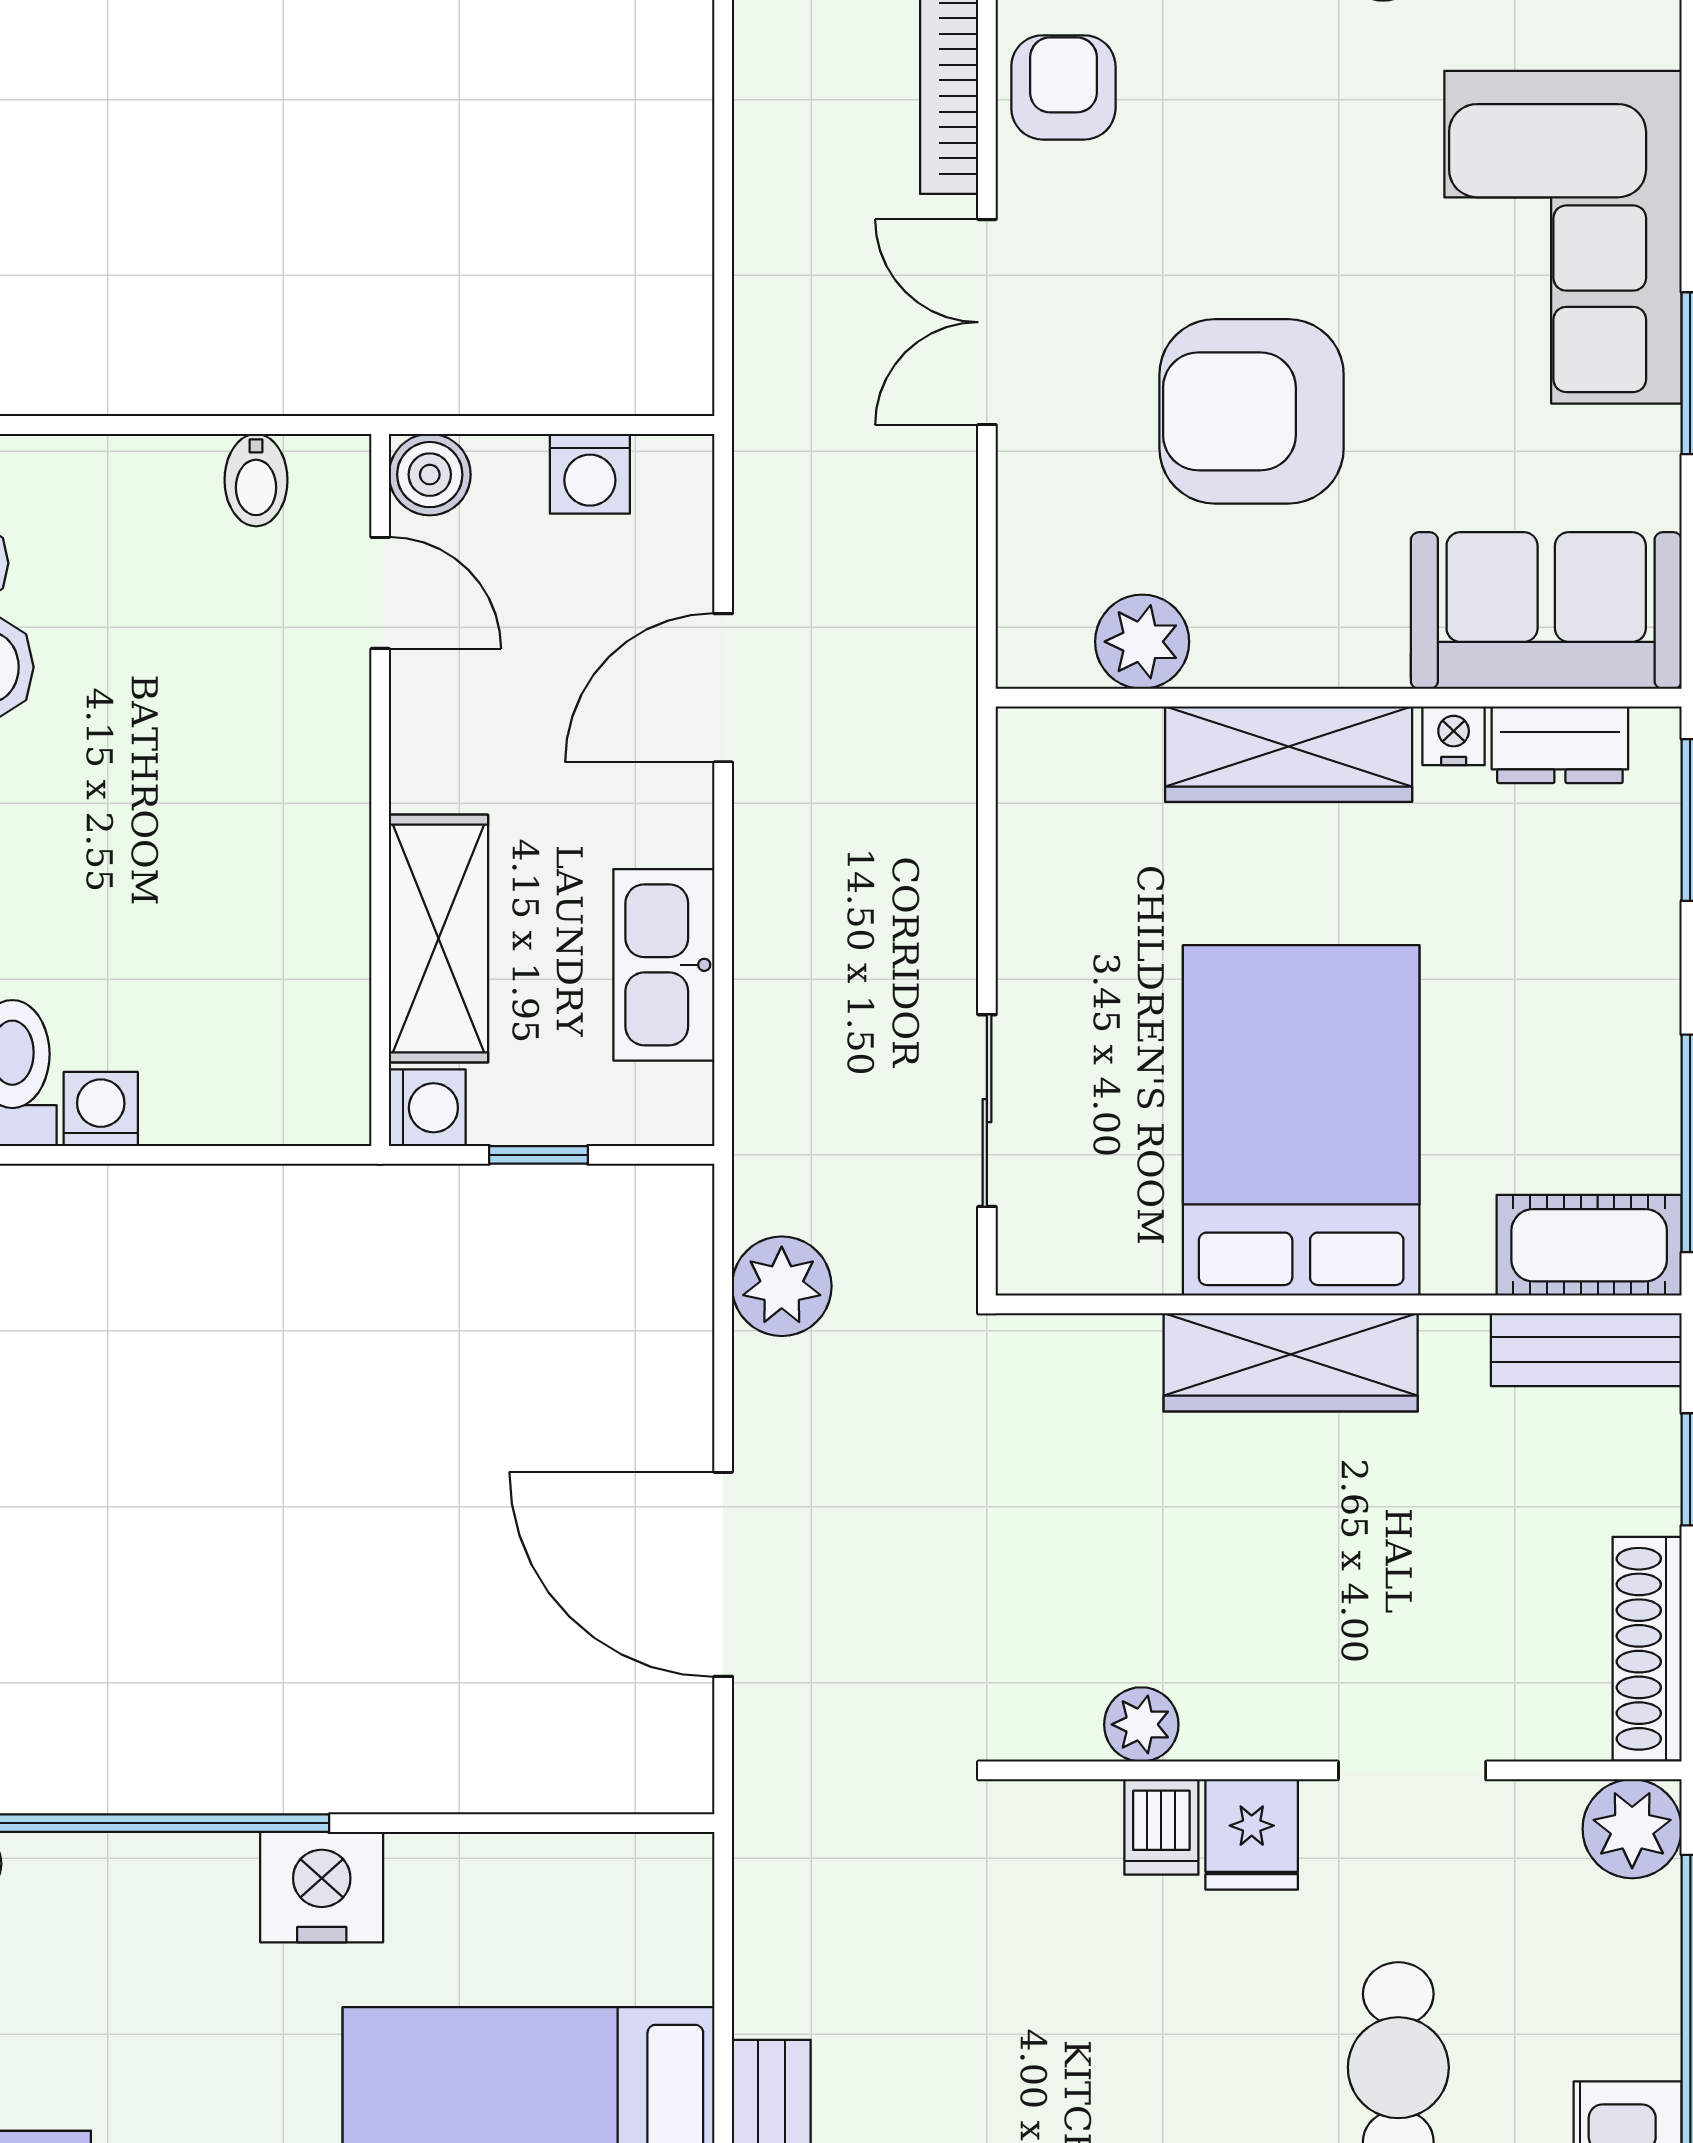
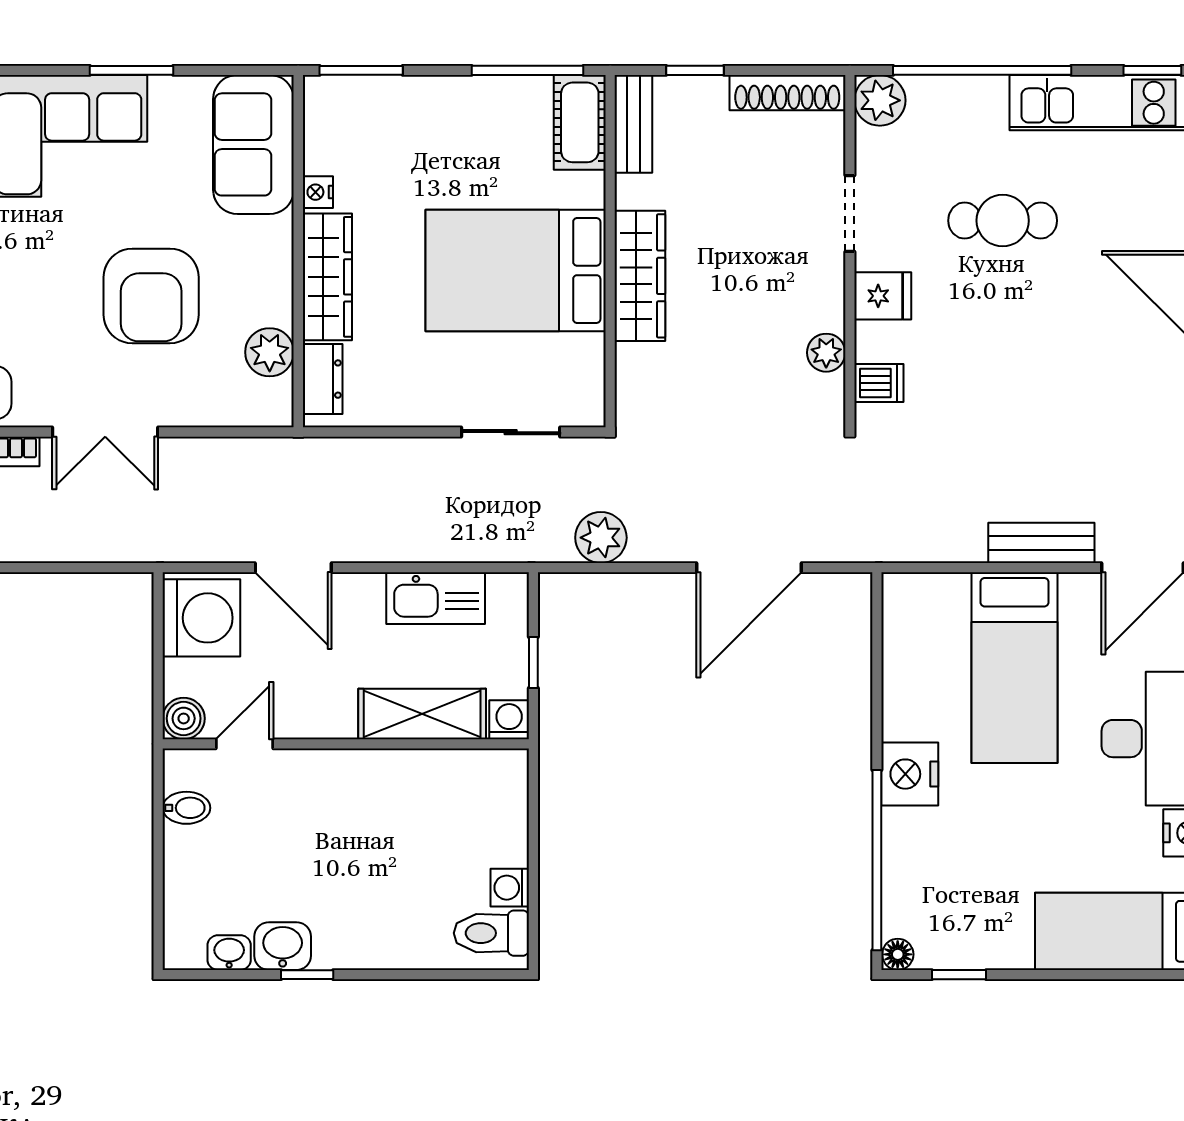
washing machine: (590, 474) -> (201, 618), width x1.89, depth x1.89
dresser: (1560, 745) -> (323, 379), moved
dishwasher: (1161, 1827) -> (879, 383), moved

